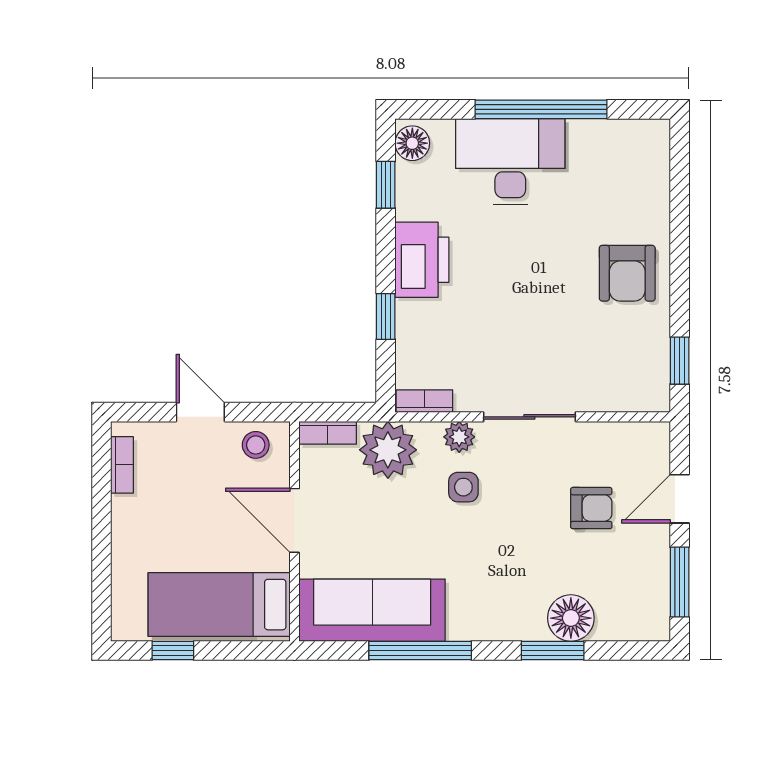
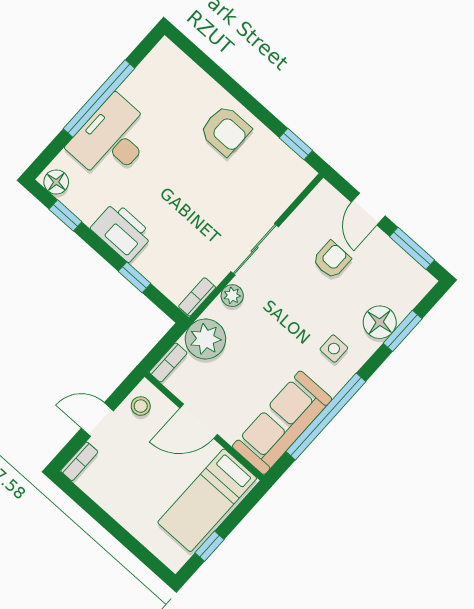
bookcase: (122, 465) -> (79, 461), moved, turned 90
side table: (463, 487) -> (334, 349), moved
window: (420, 651) -> (326, 417), width x1.46
window: (553, 651) -> (403, 331), moved

